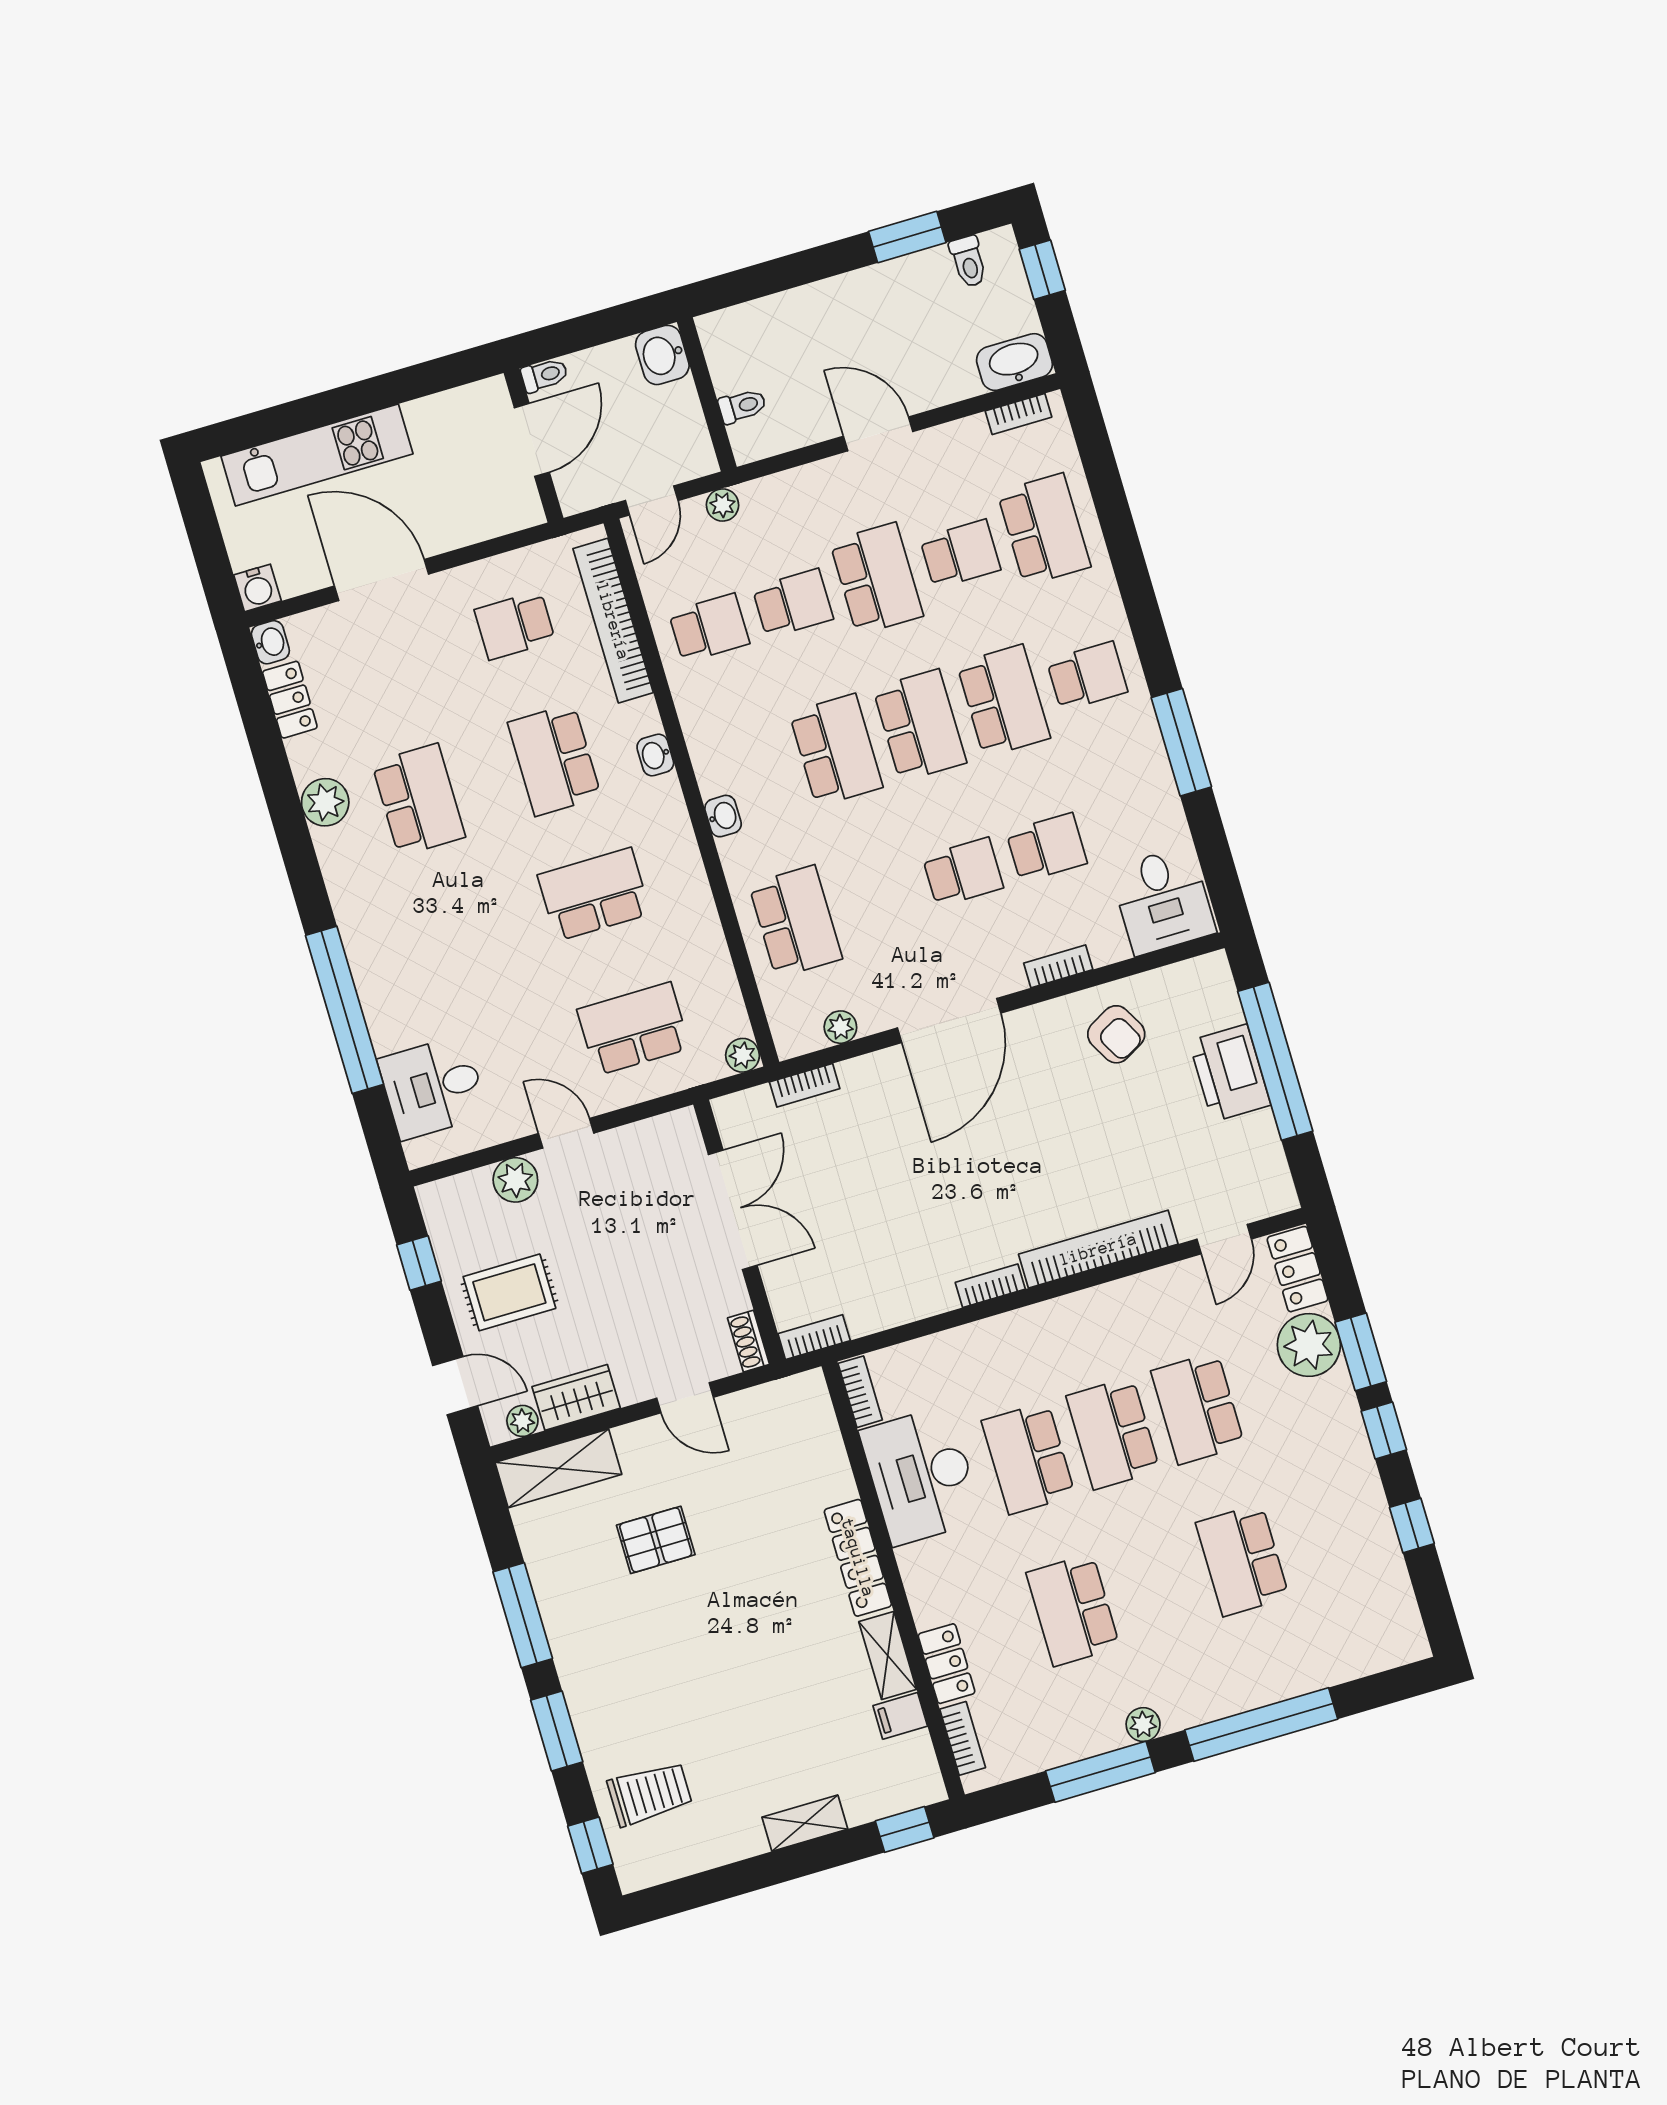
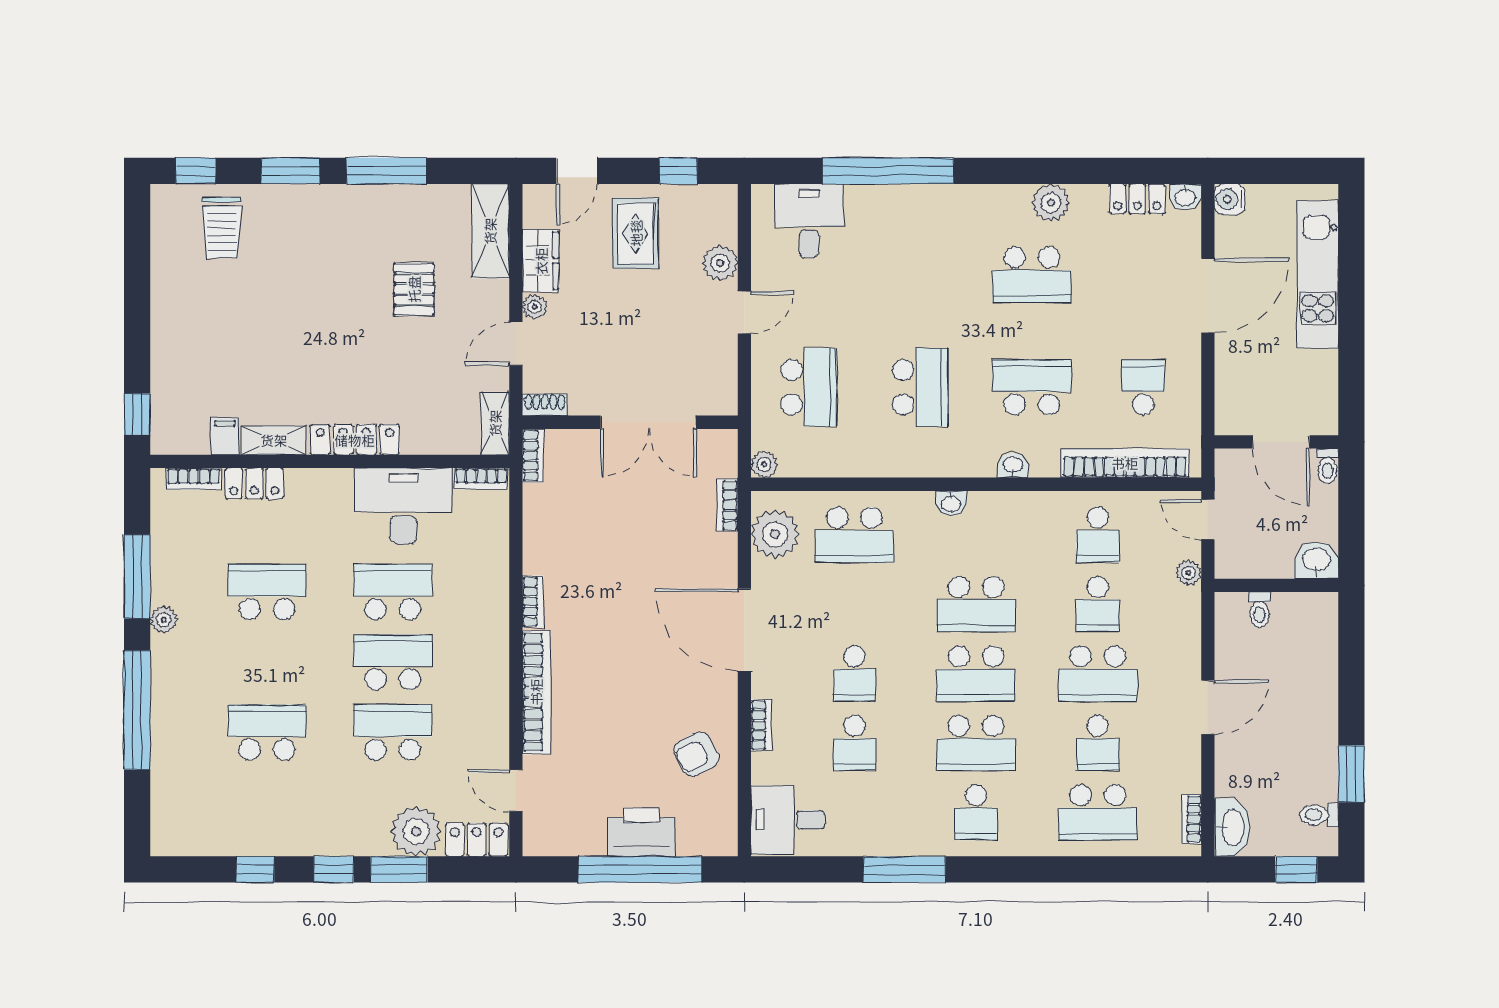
plant: (840, 1027) -> (775, 534), width x1.87, depth x1.87
plant: (522, 1421) -> (535, 307), moved
shelving: (805, 1823) -> (495, 423), moved

